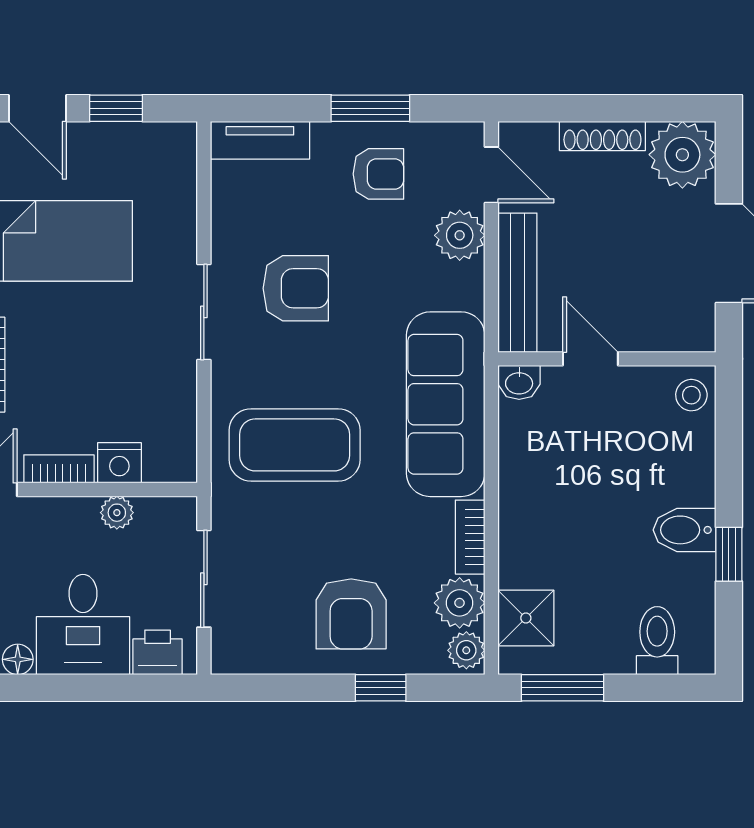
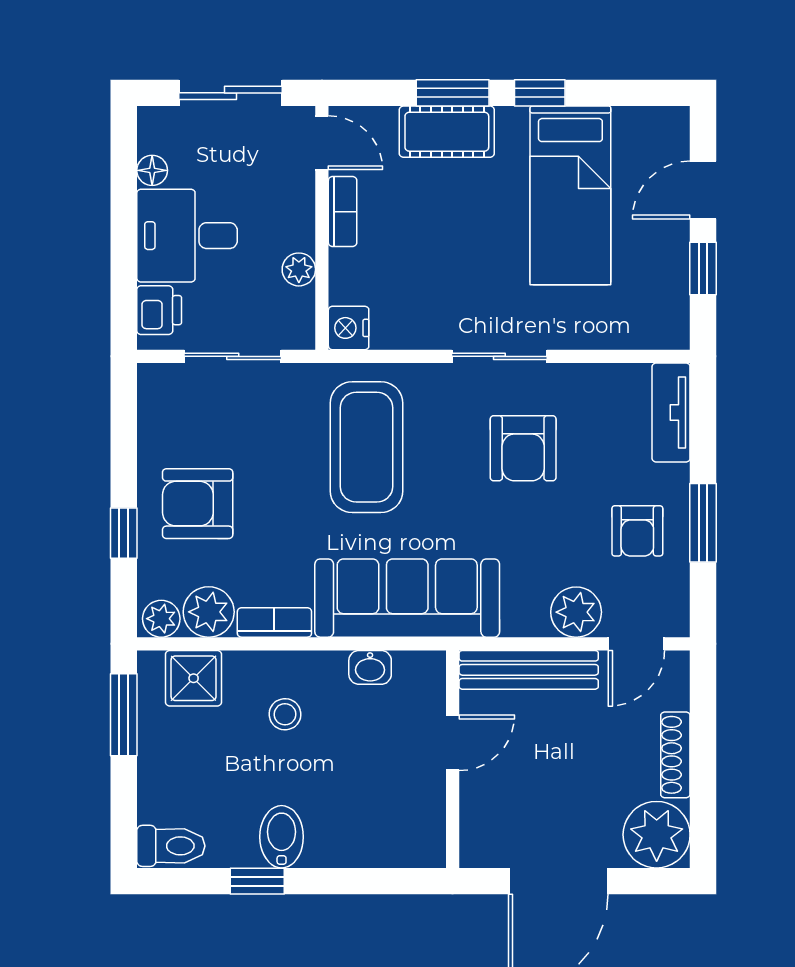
washbasin: (519, 382) -> (370, 667), moved, turned -90
stool: (691, 395) -> (285, 714), moved
nightstand: (119, 463) -> (349, 328), moved
toilet: (657, 641) -> (171, 846), moved

